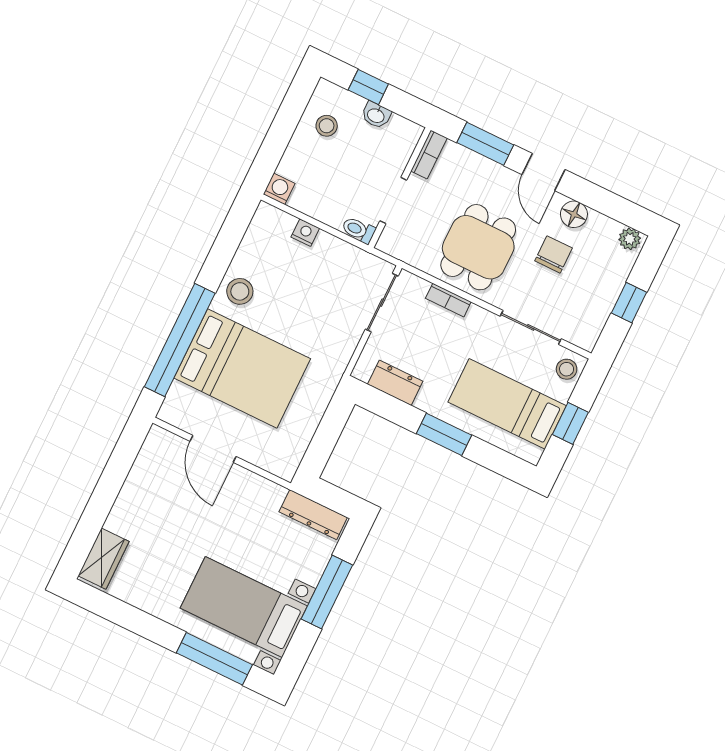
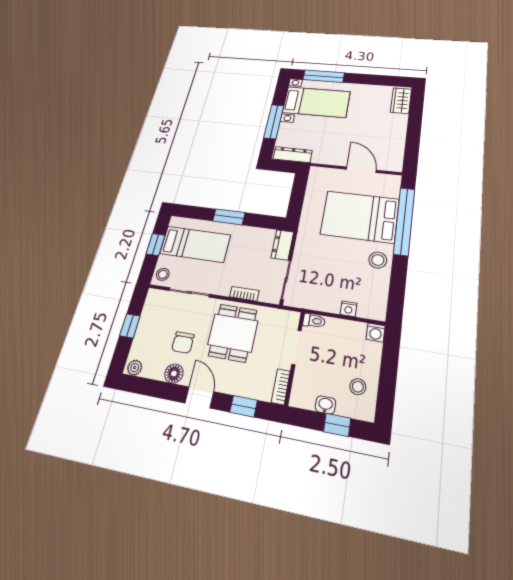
window: (485, 144) -> (244, 406), width x0.67
dresser: (395, 383) -> (282, 245), moved, turned 90

